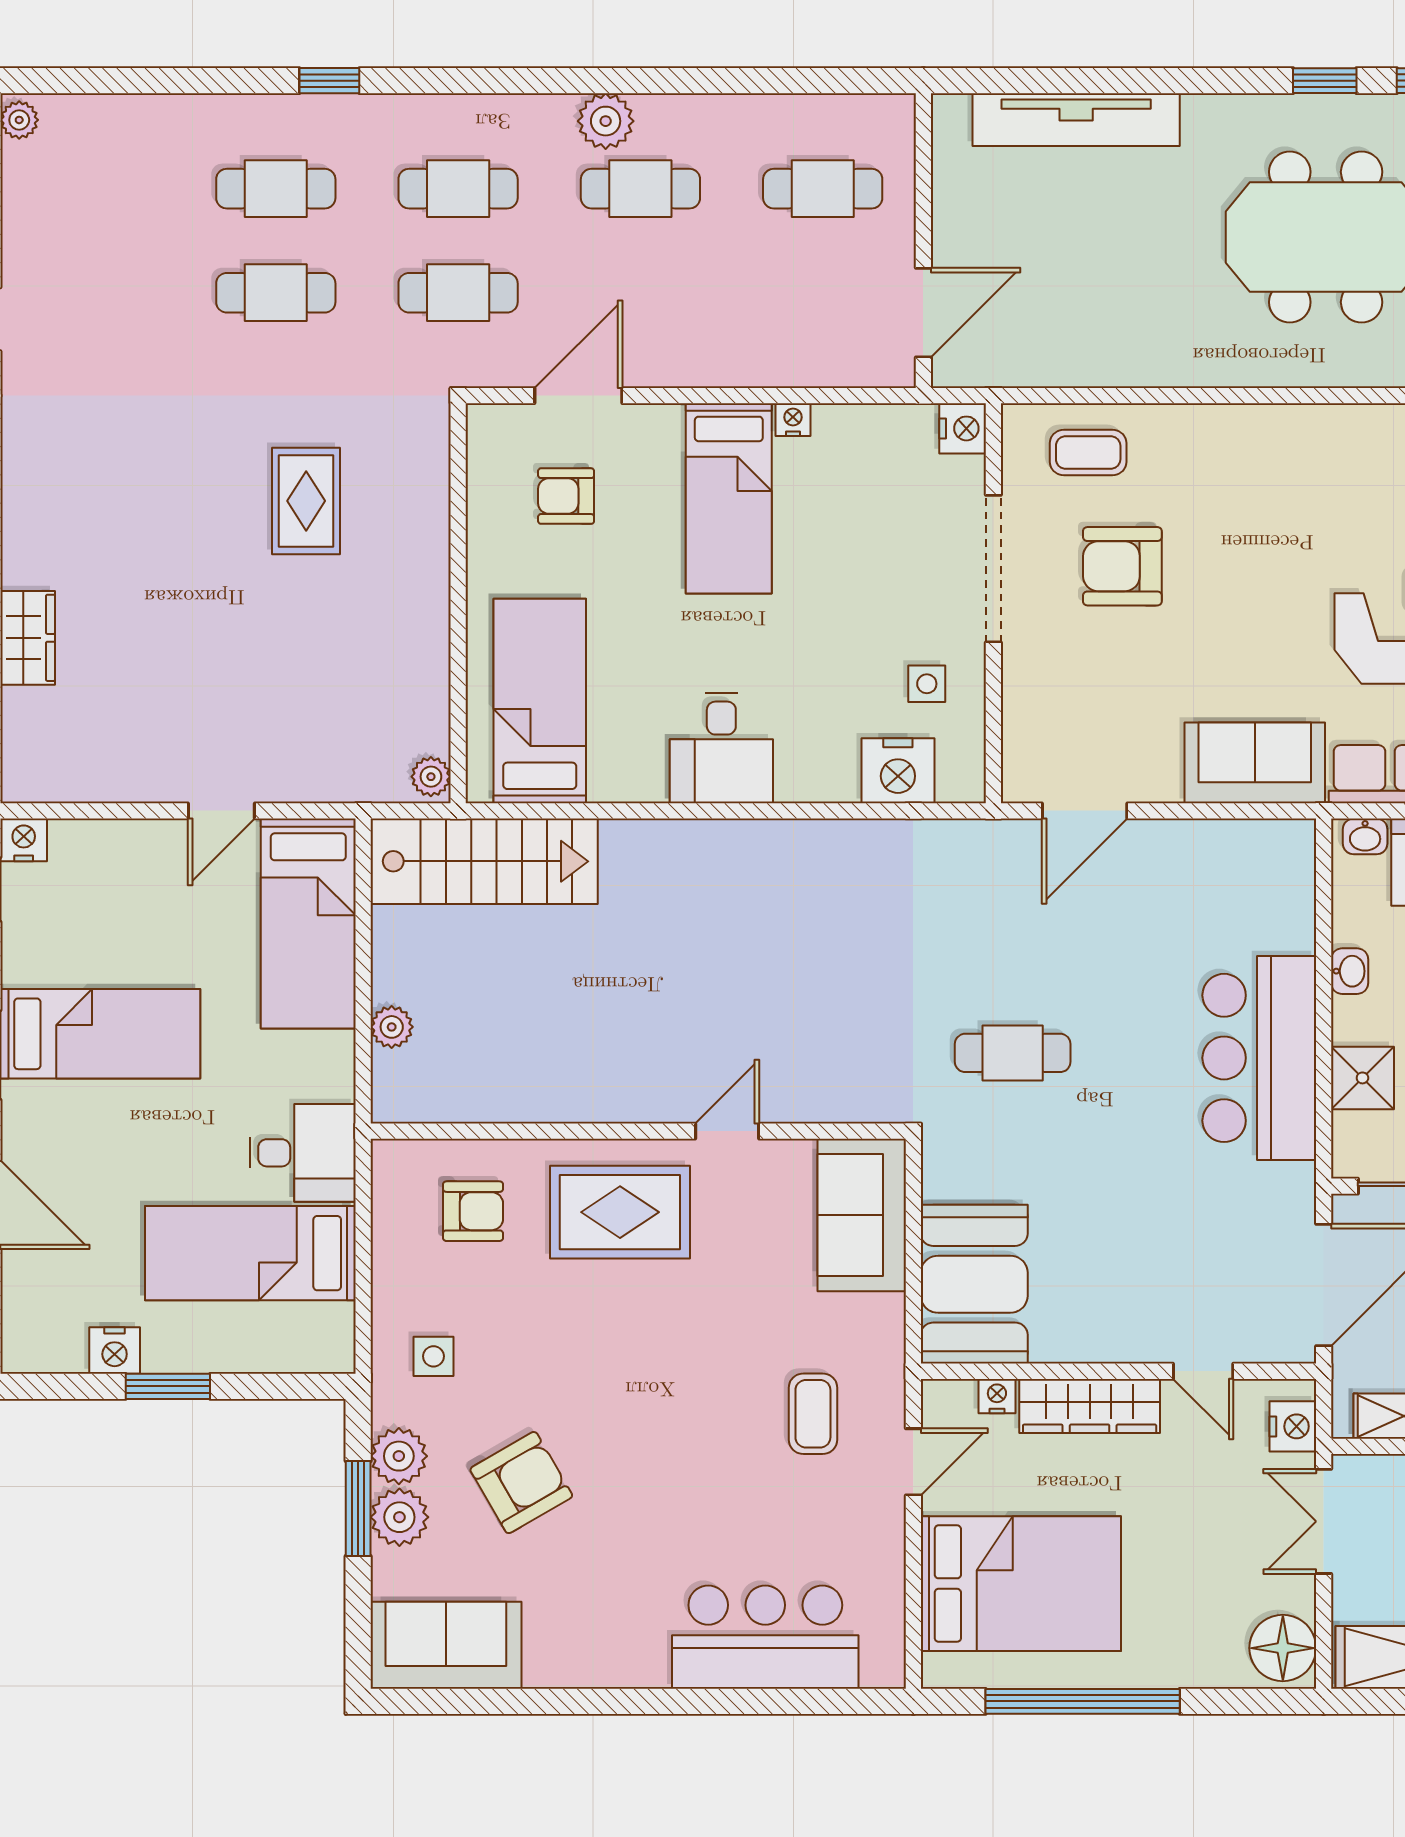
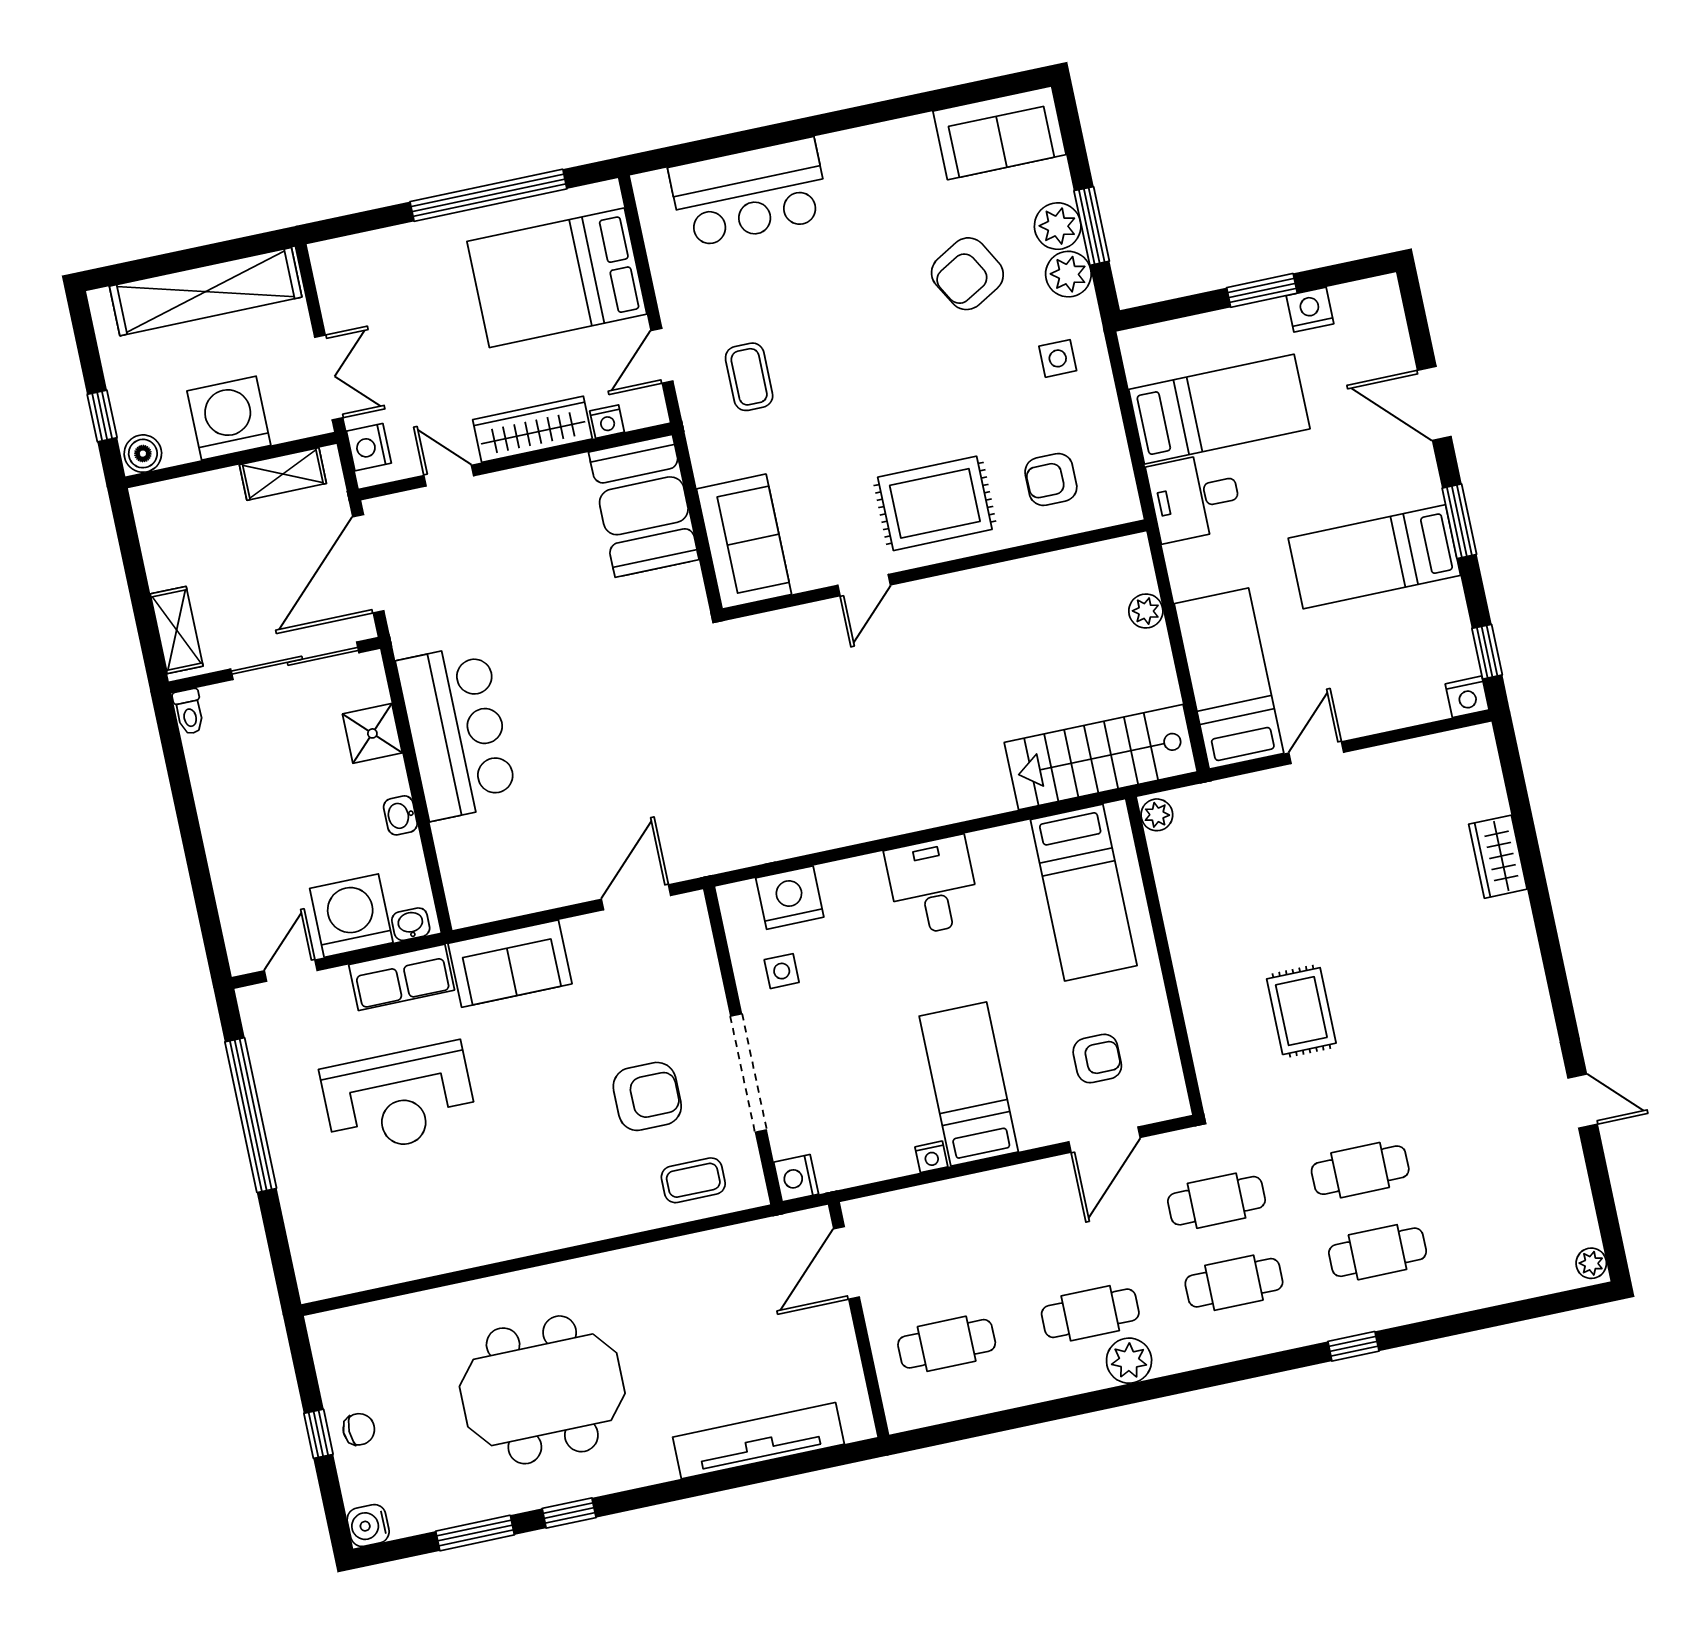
cafe table: (1013, 1053) -> (652, 695), removed
floor lamp: (1283, 1648) -> (340, 271), removed

